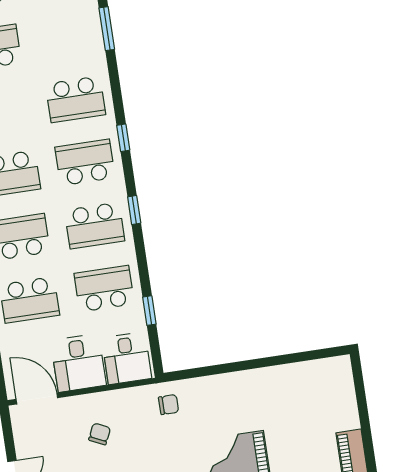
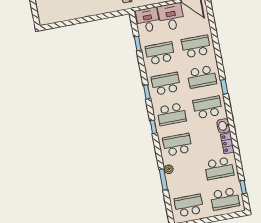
plant: (95, 49) -> (169, 169), added
school desk: (104, 289) -> (160, 53), turned 180

